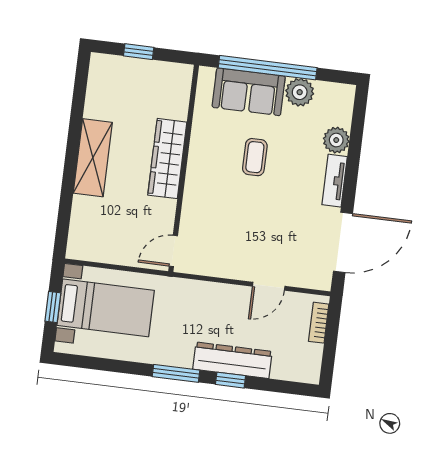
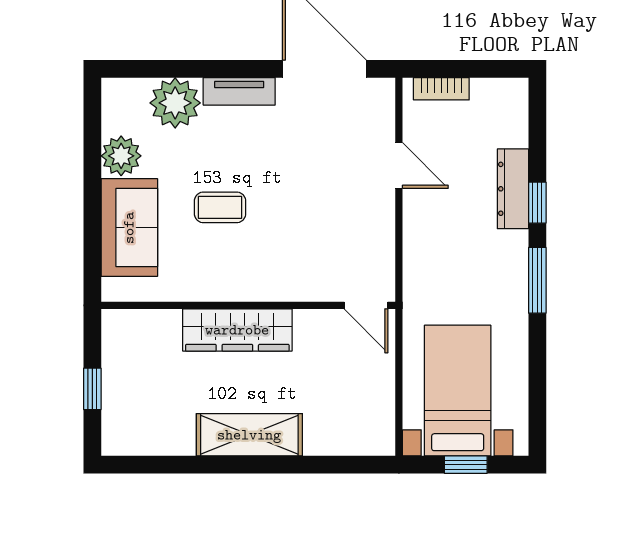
window: (268, 68) -> (92, 205), removed
plant: (336, 140) -> (175, 103), width x1.36, depth x1.36
dresser: (232, 360) -> (513, 189), width x0.73, depth x0.80

